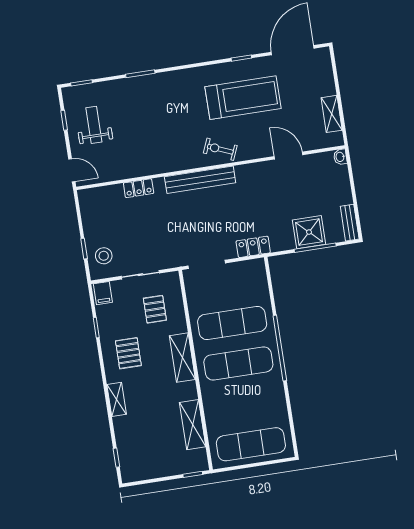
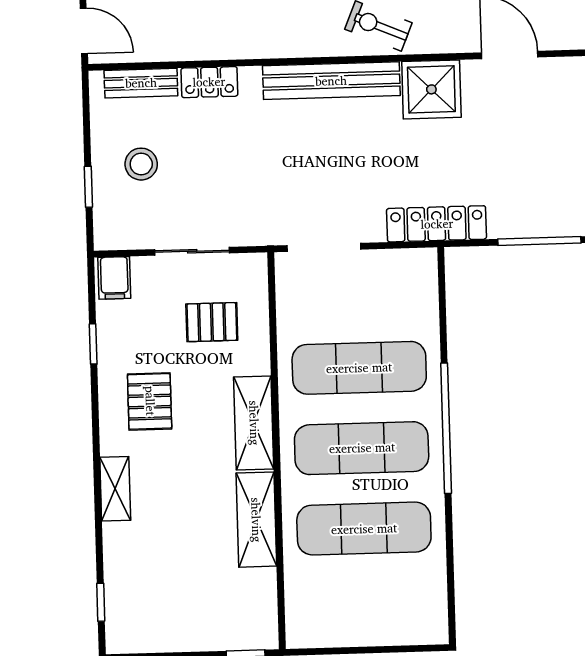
bench: (104, 193) -> (141, 83), added
shower: (309, 232) -> (431, 89), moved
locker: (253, 247) -> (437, 224), width x1.53
stool: (104, 256) -> (141, 164), moved
pallet: (155, 309) -> (212, 322), turned 90
shelving: (193, 425) -> (256, 520), moved
exercise mat: (251, 444) -> (364, 529), moved

